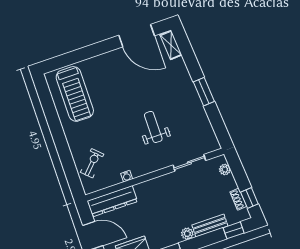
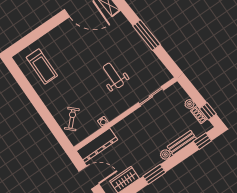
window: (204, 92) -> (146, 35), width x1.44
treadmill: (75, 94) -> (42, 67), width x0.73, depth x0.73
plant: (225, 169) -> (190, 104), moved

